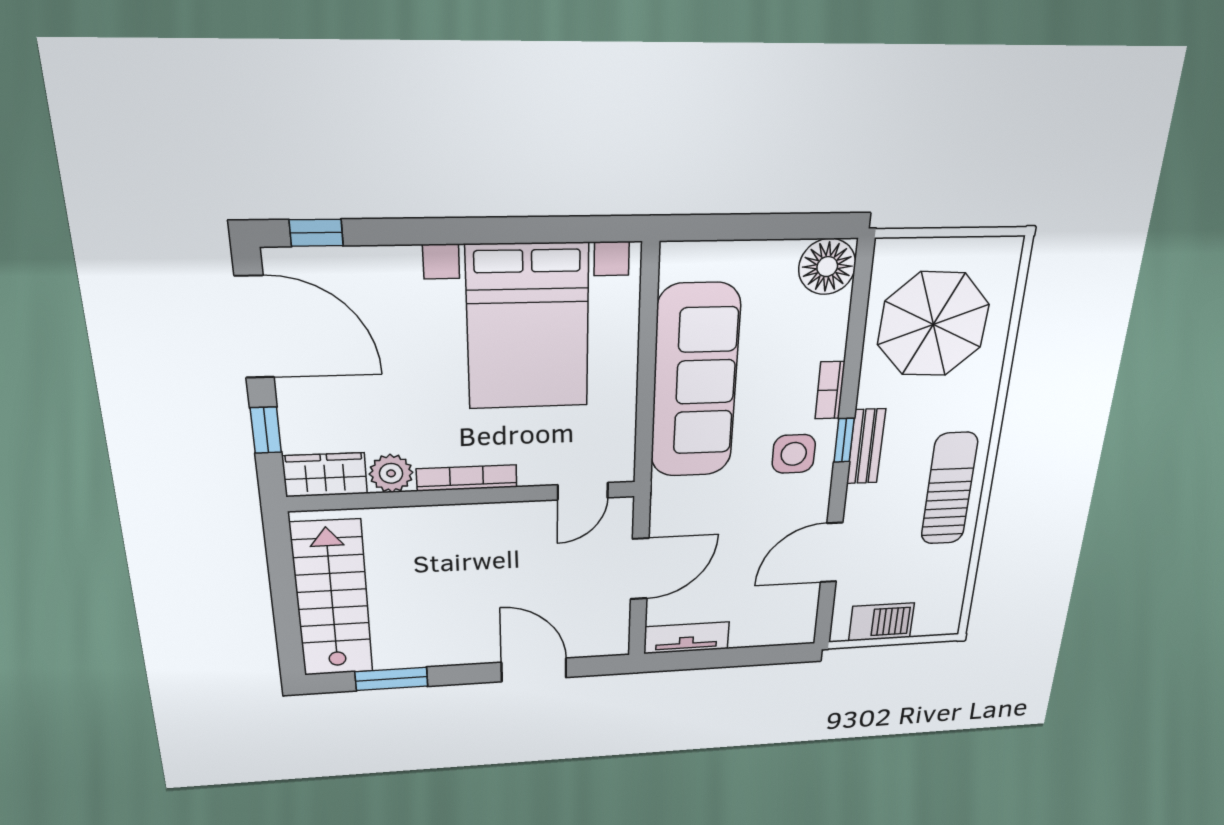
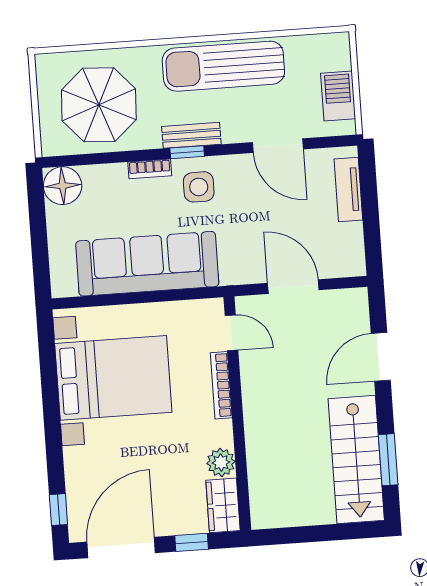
bookcase: (467, 478) -> (221, 385), moved
sun lounger: (949, 489) -> (223, 66), width x1.36, depth x1.34
stairs: (332, 599) -> (356, 459), moved, turned -90
tv unit: (687, 638) -> (348, 190), moved

